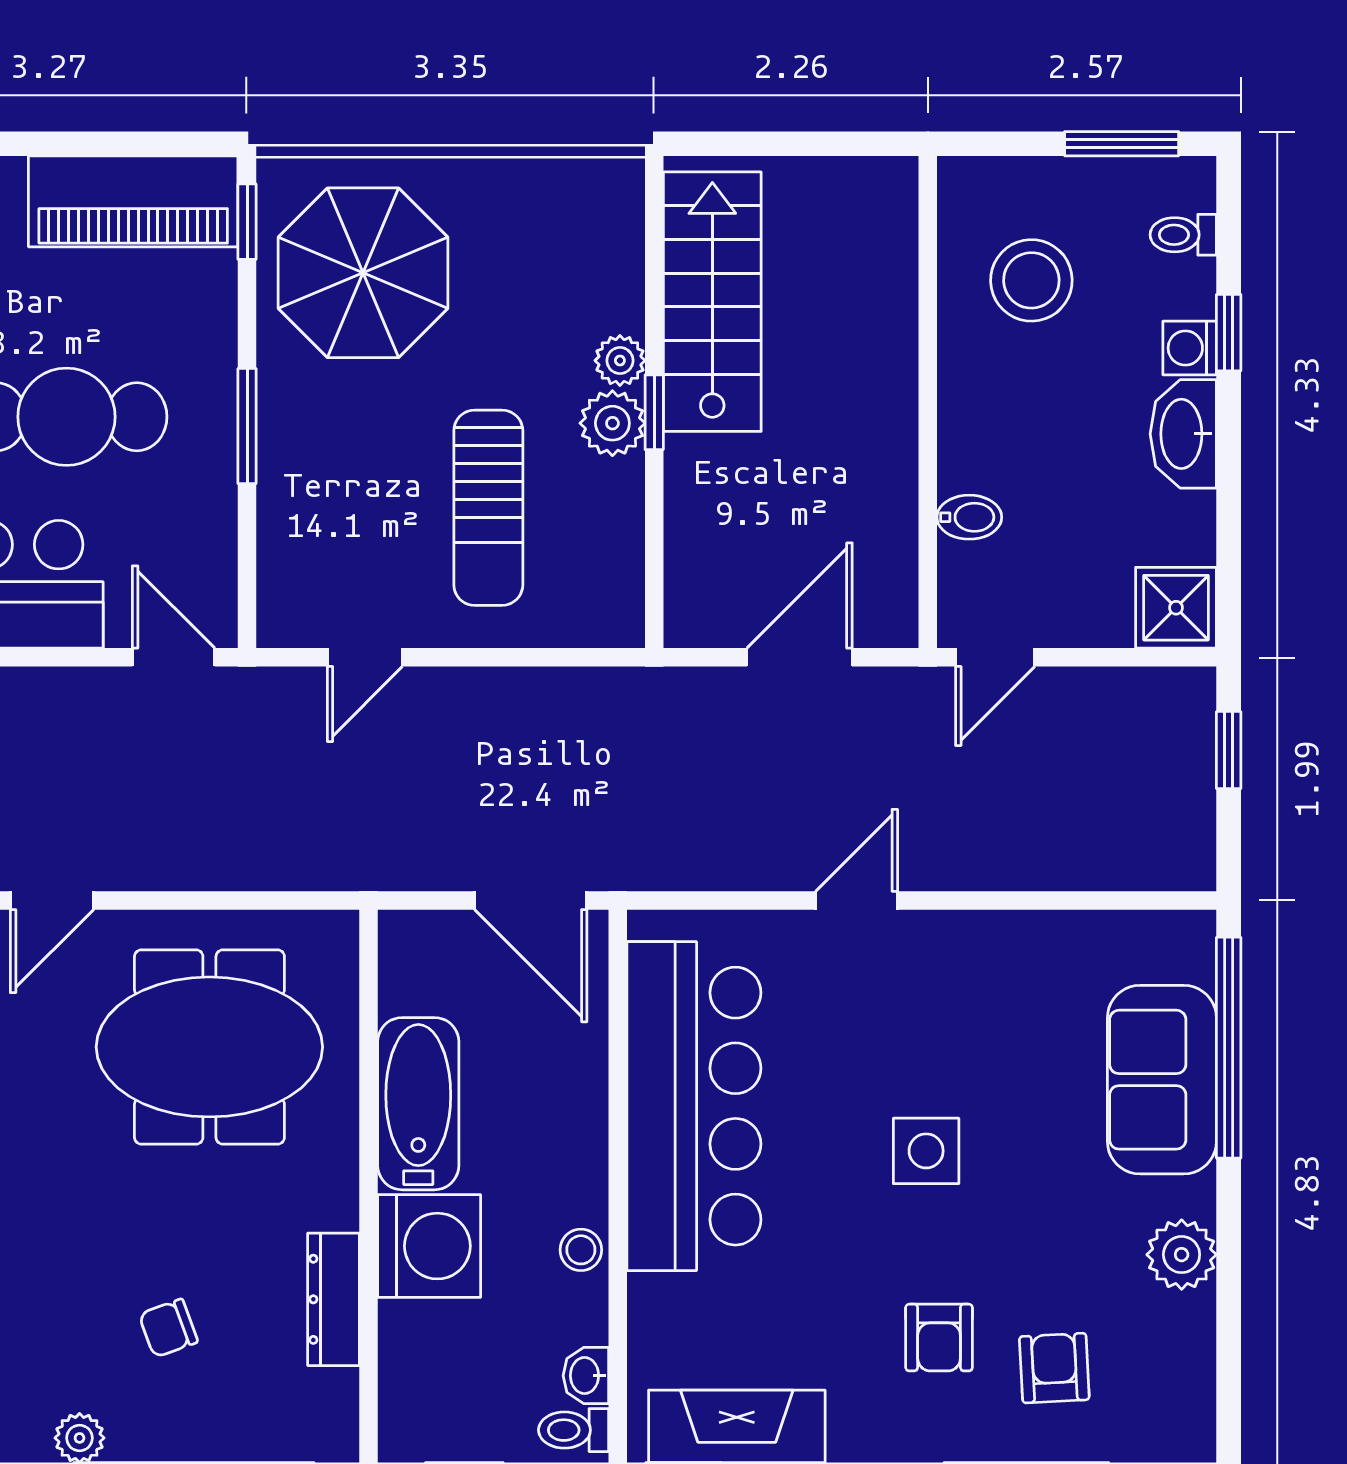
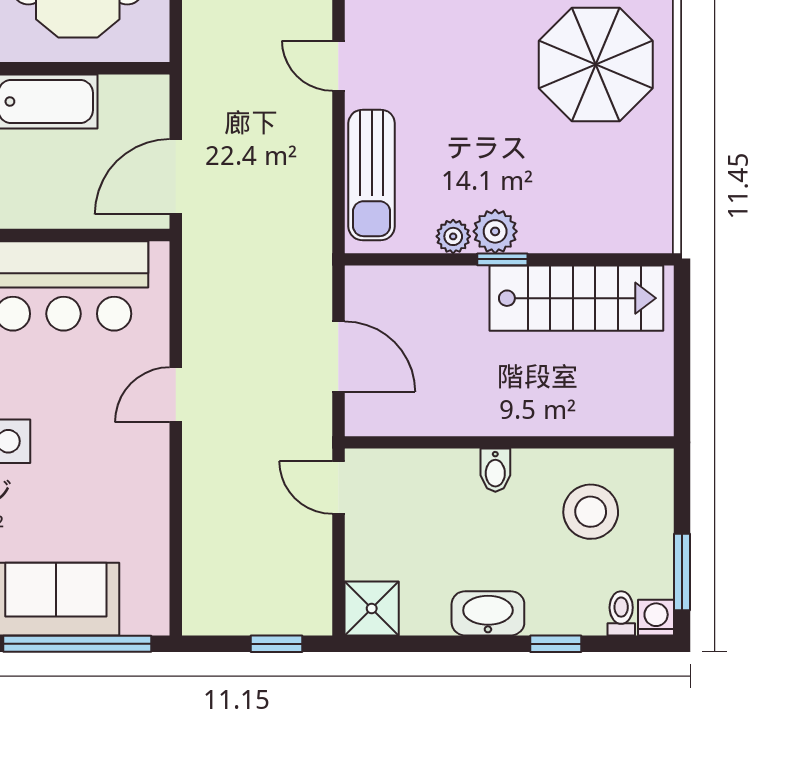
washing machine: (1190, 348) -> (656, 618), moved
plant: (620, 361) -> (453, 236), moved
sun lounger: (488, 508) -> (372, 175), moved, turned -90
bidet: (969, 517) -> (495, 470), moved
door: (857, 900) -> (176, 395), swing flipped

